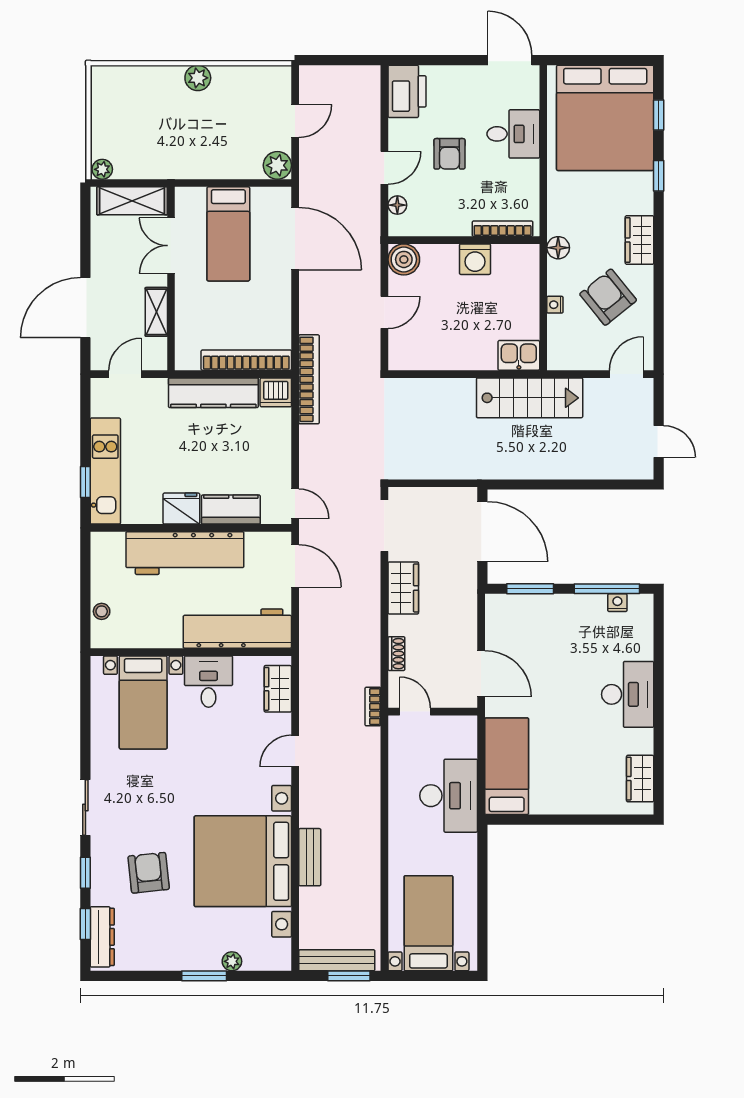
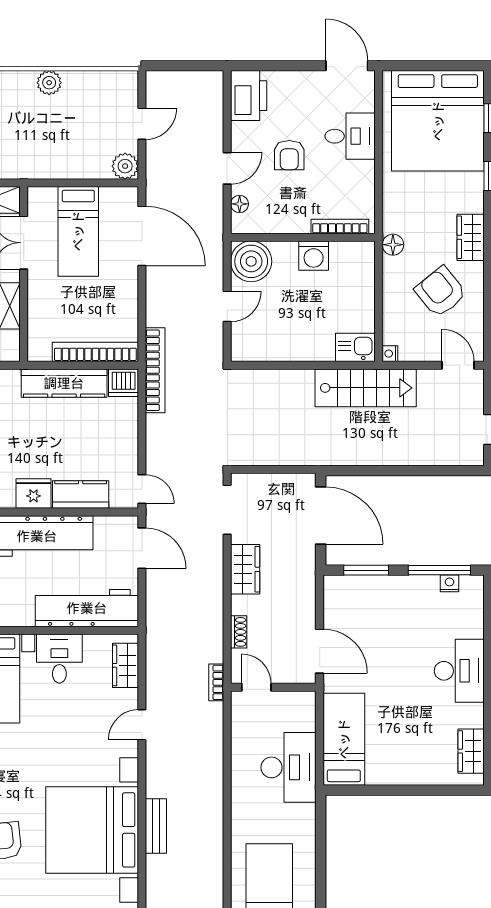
boiler: (404, 259) -> (251, 261), width x1.37, depth x1.37
nightstand: (555, 305) -> (390, 354), moved
door: (626, 374) -> (458, 365), hinge flipped

